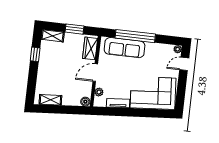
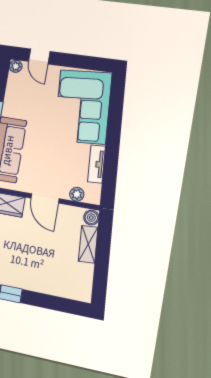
shelving: (50, 100) -> (88, 244), moved

